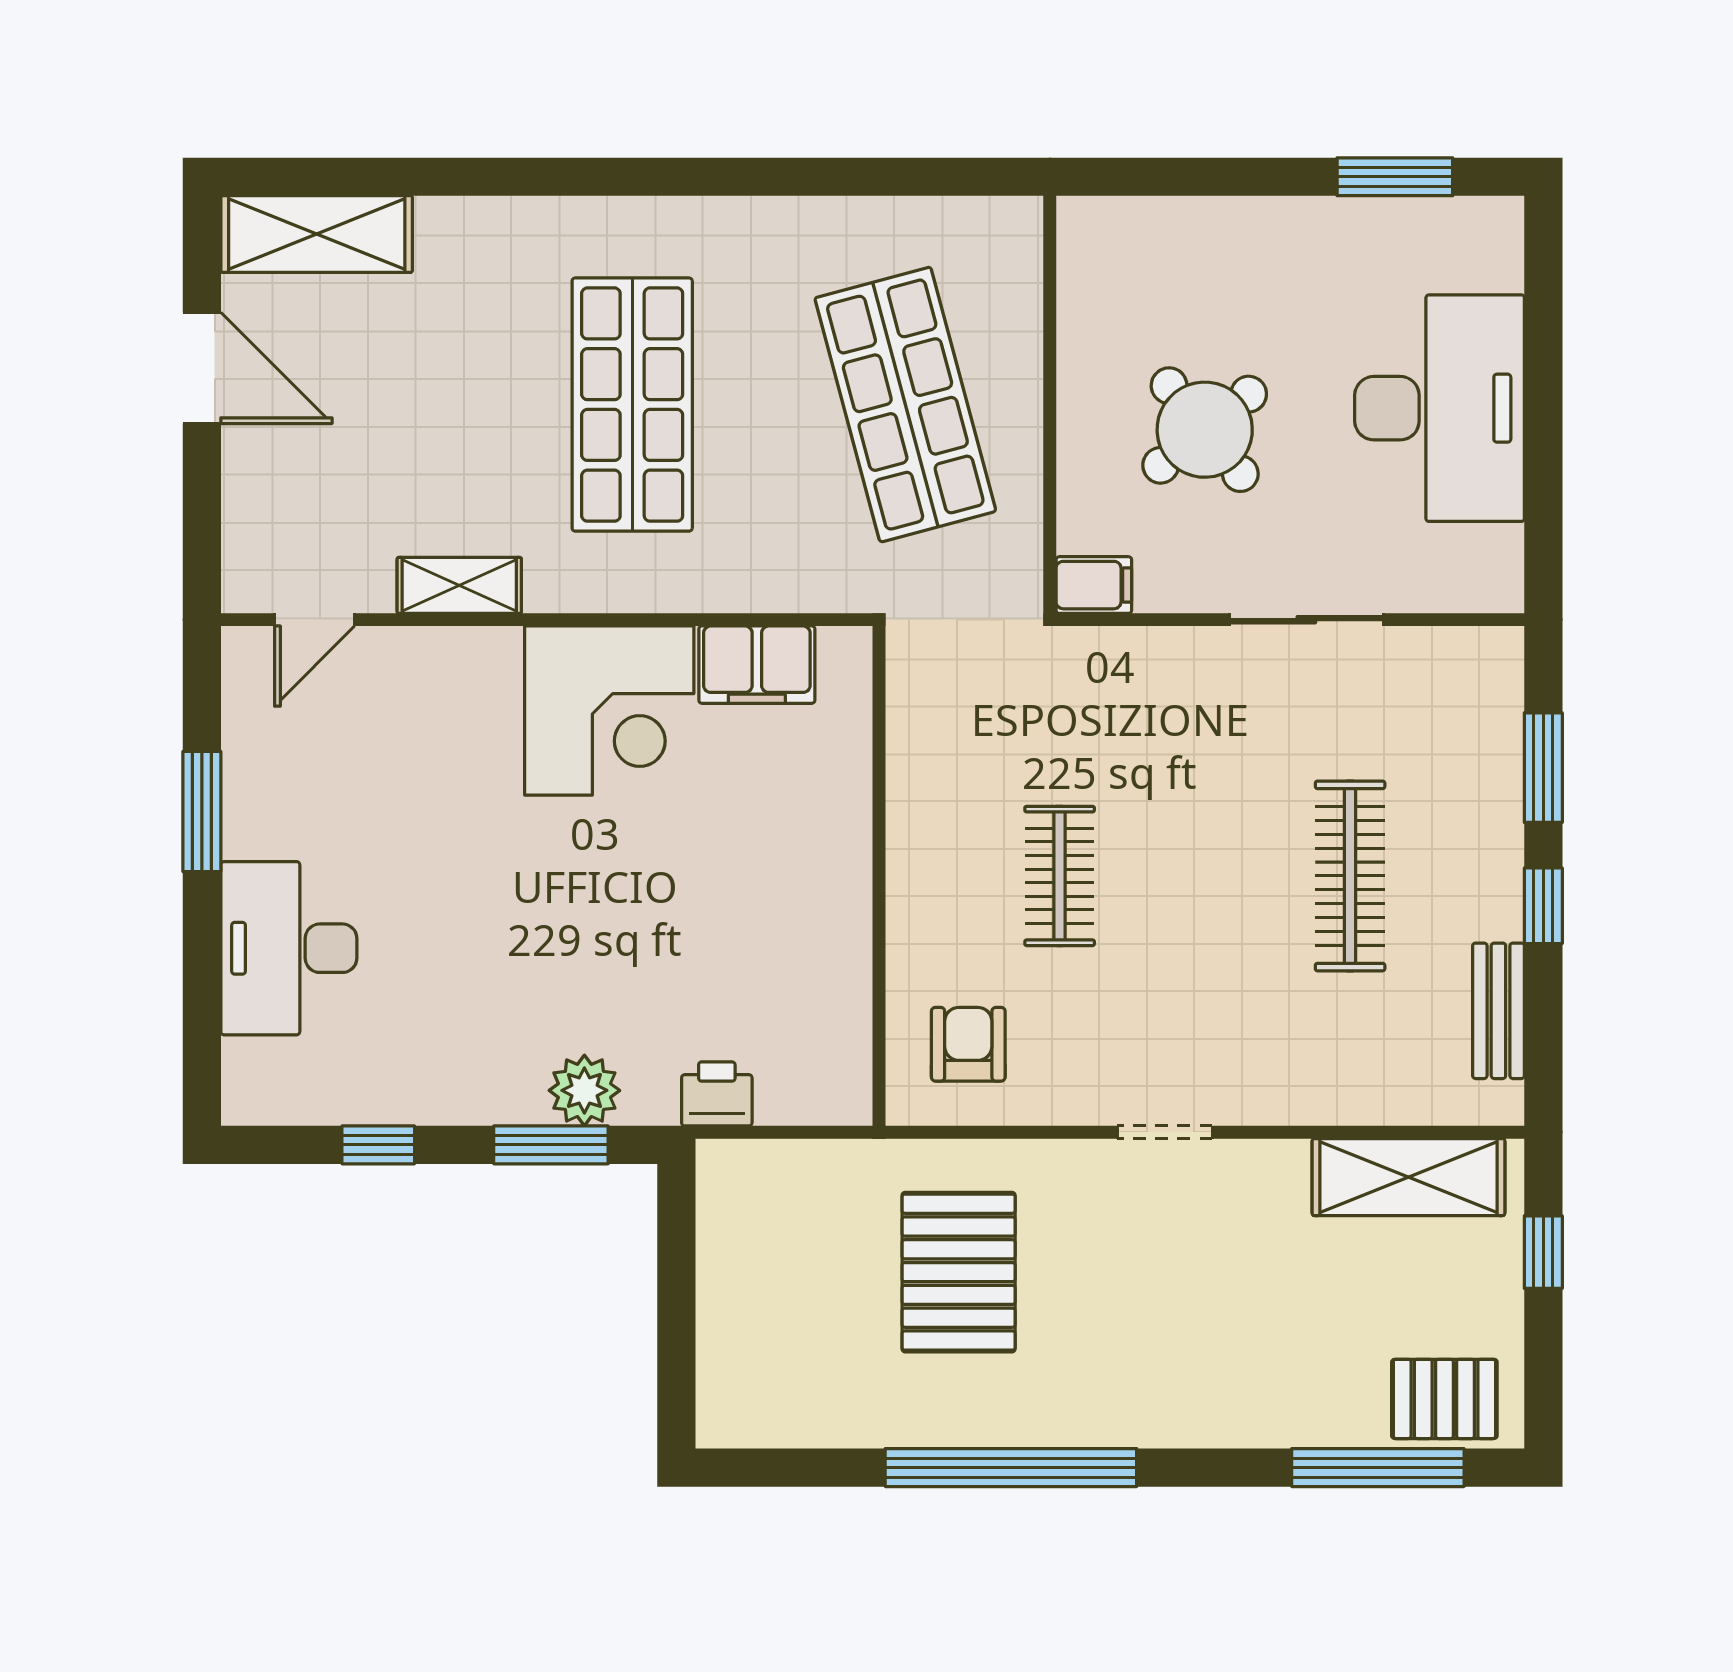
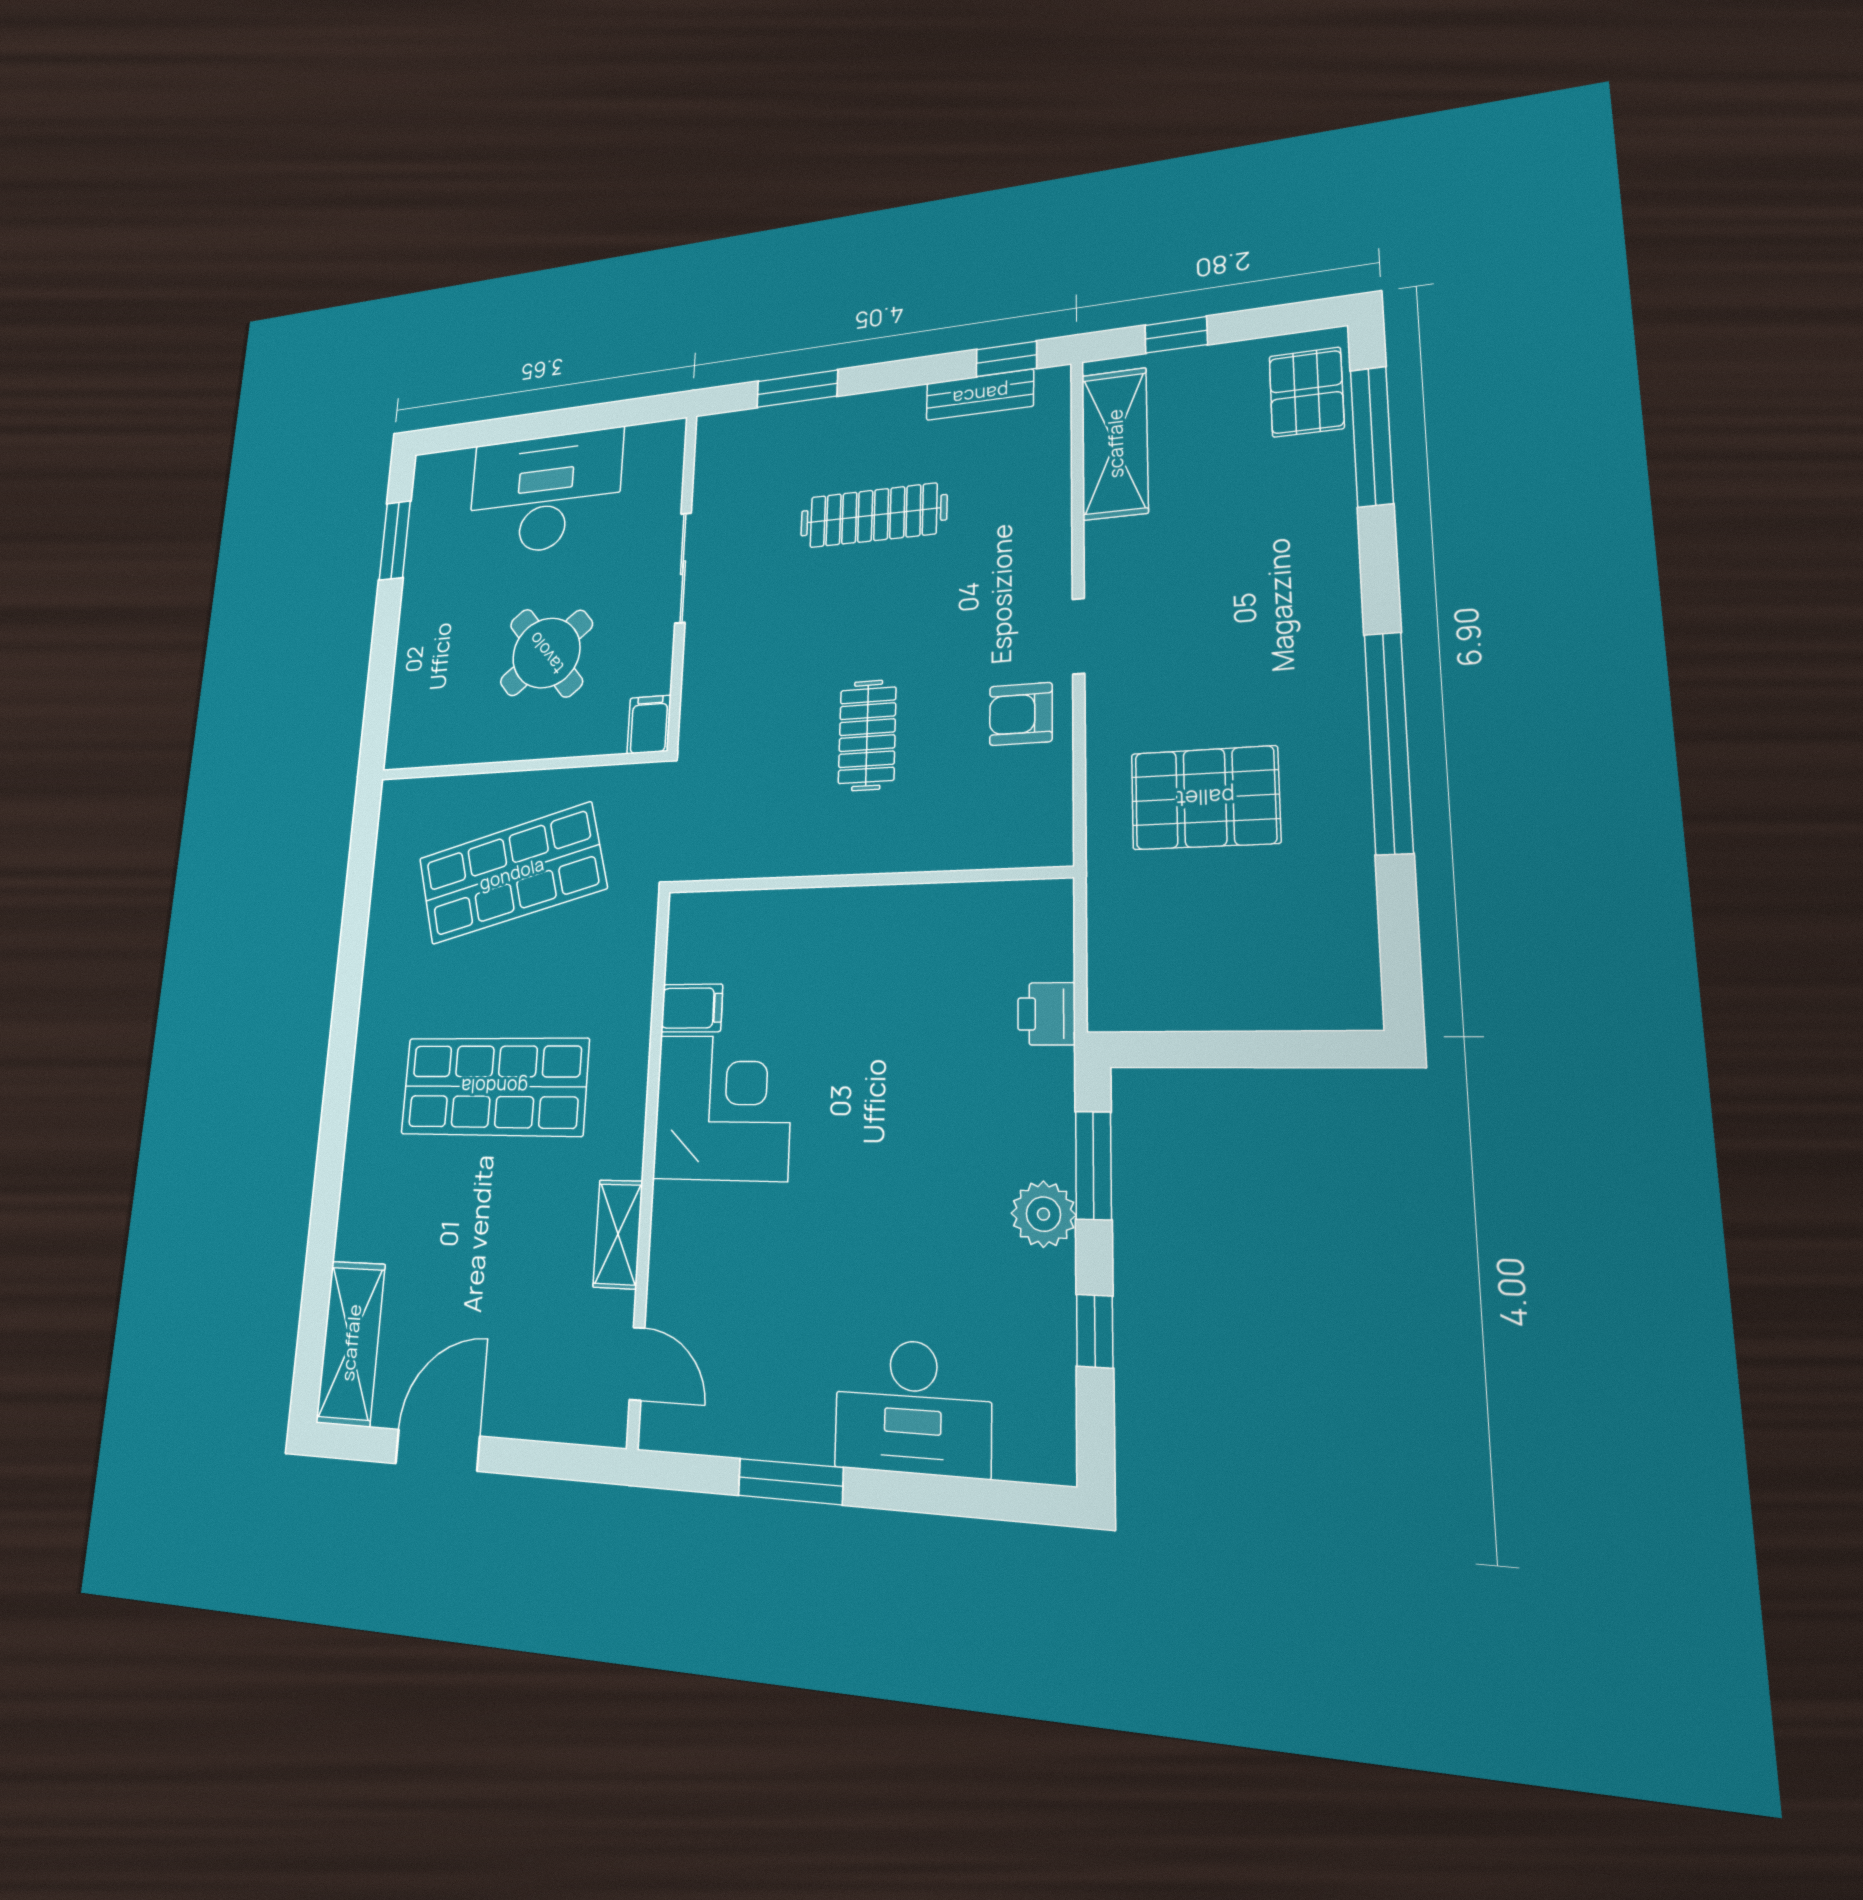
filing cabinet: (757, 665) -> (692, 1008), width x0.50
clothes rail: (1060, 876) -> (867, 735), turned 90
window: (1543, 906) -> (1006, 359), moved
armchair: (968, 1044) -> (1021, 714), moved
plant: (584, 1090) -> (1043, 1214), moved

